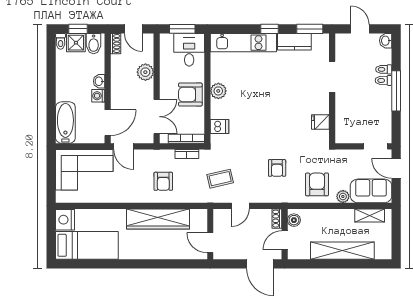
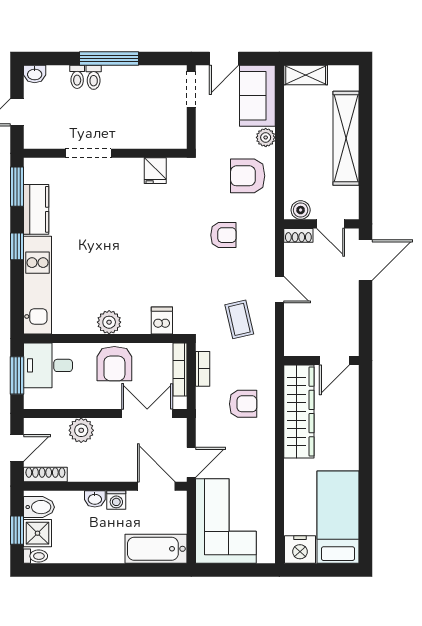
shoe rack: (116, 44) -> (45, 474), width x1.43
shelving: (370, 215) -> (306, 75), moved, turned 90
wall: (210, 234) -> (321, 361), moved
door: (210, 243) -> (334, 361), moved

